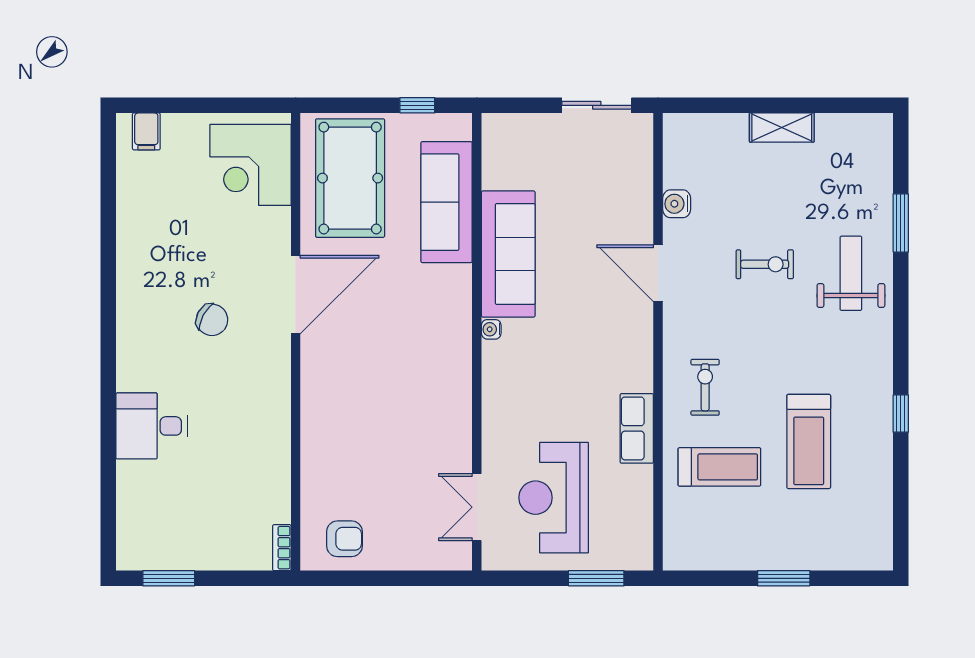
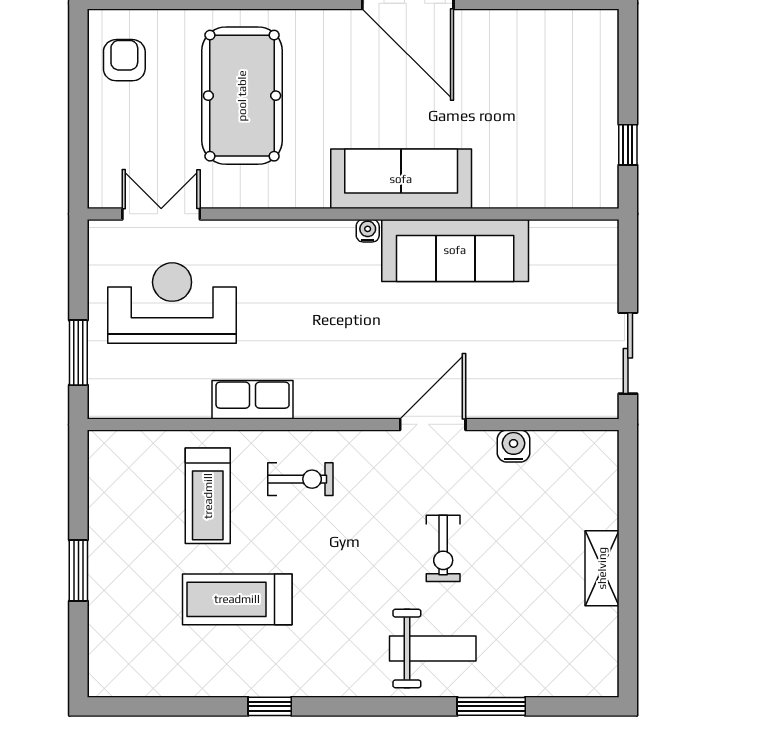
pool table: (350, 178) -> (242, 96), moved, turned 90
sofa: (447, 202) -> (401, 179), moved
armchair: (344, 539) -> (124, 60), turned 180

